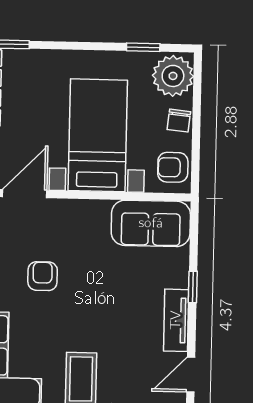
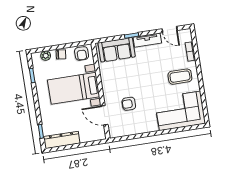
plant: (173, 76) -> (46, 56), width x0.53, depth x0.53
sofa: (151, 223) -> (117, 50), moved, turned 90
armchair: (43, 276) -> (129, 104), moved

